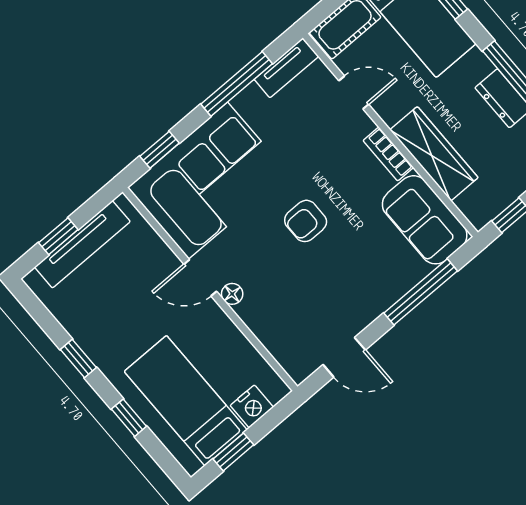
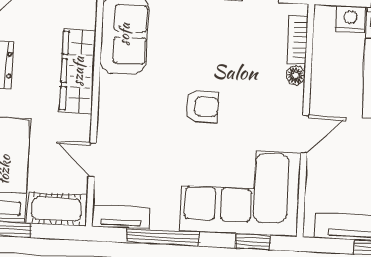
bookcase: (388, 154) -> (297, 40), moved, turned 180
door: (200, 278) -> (305, 134), hinge flipped
floor lamp: (232, 294) -> (296, 75), moved

